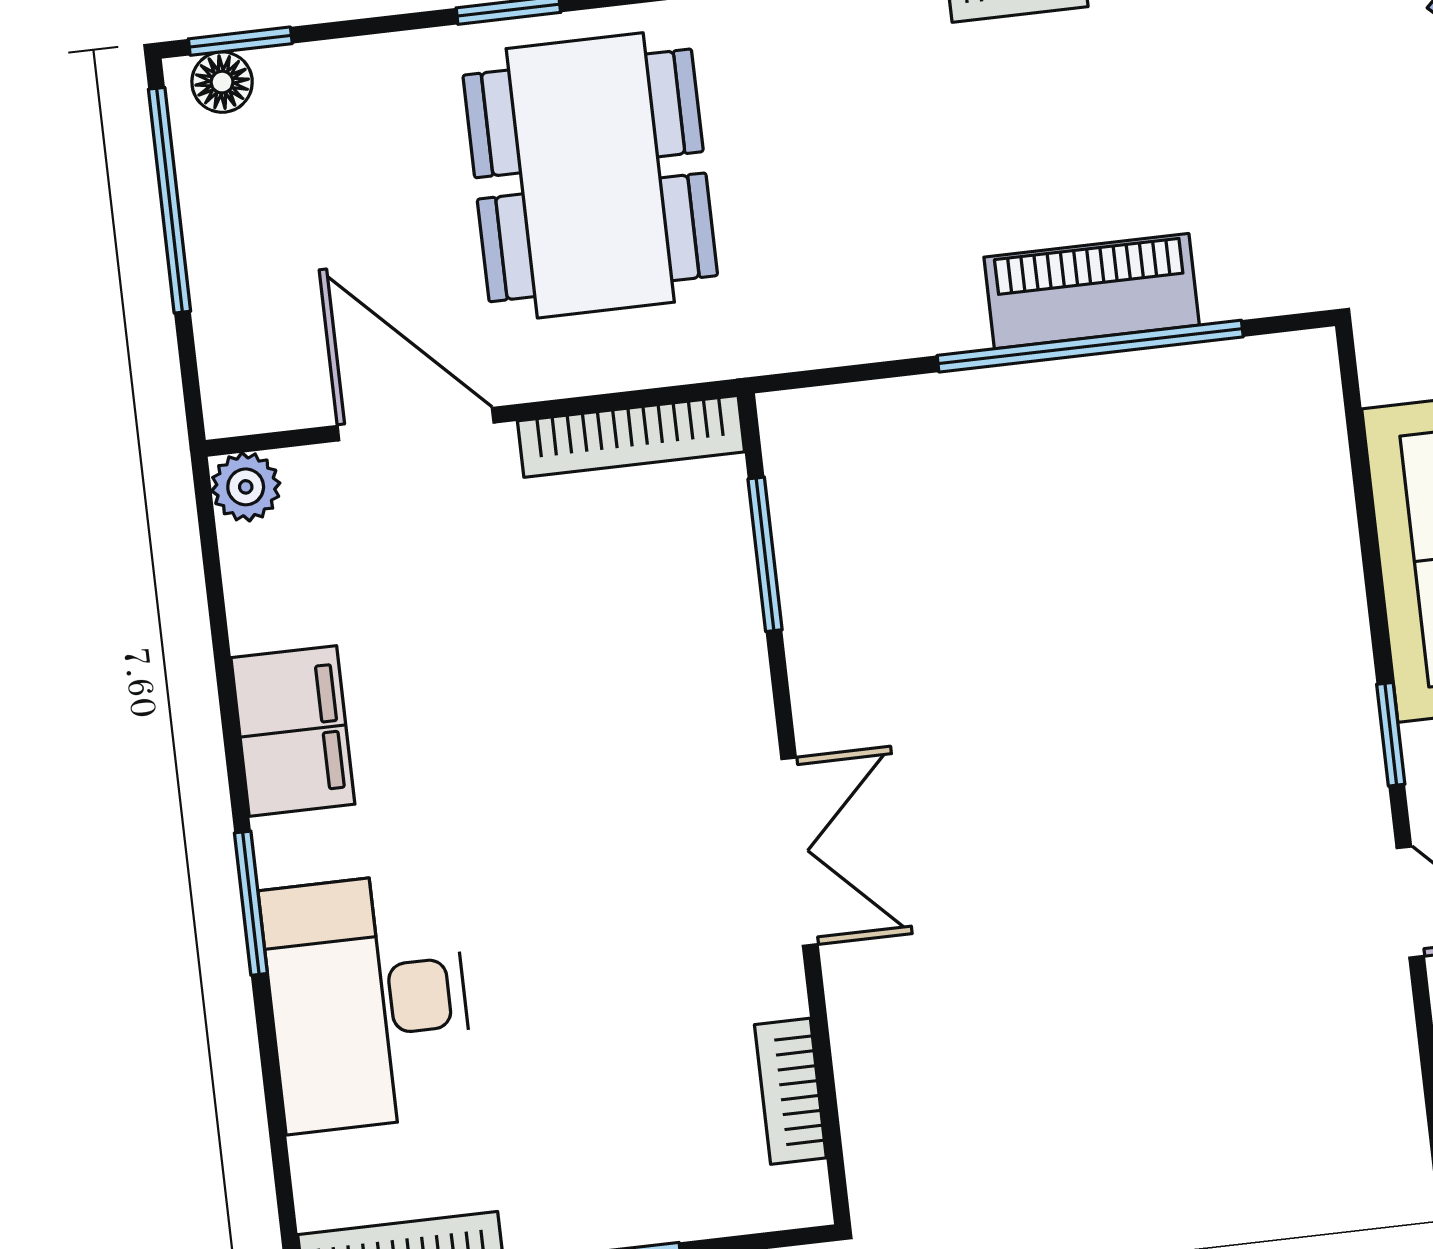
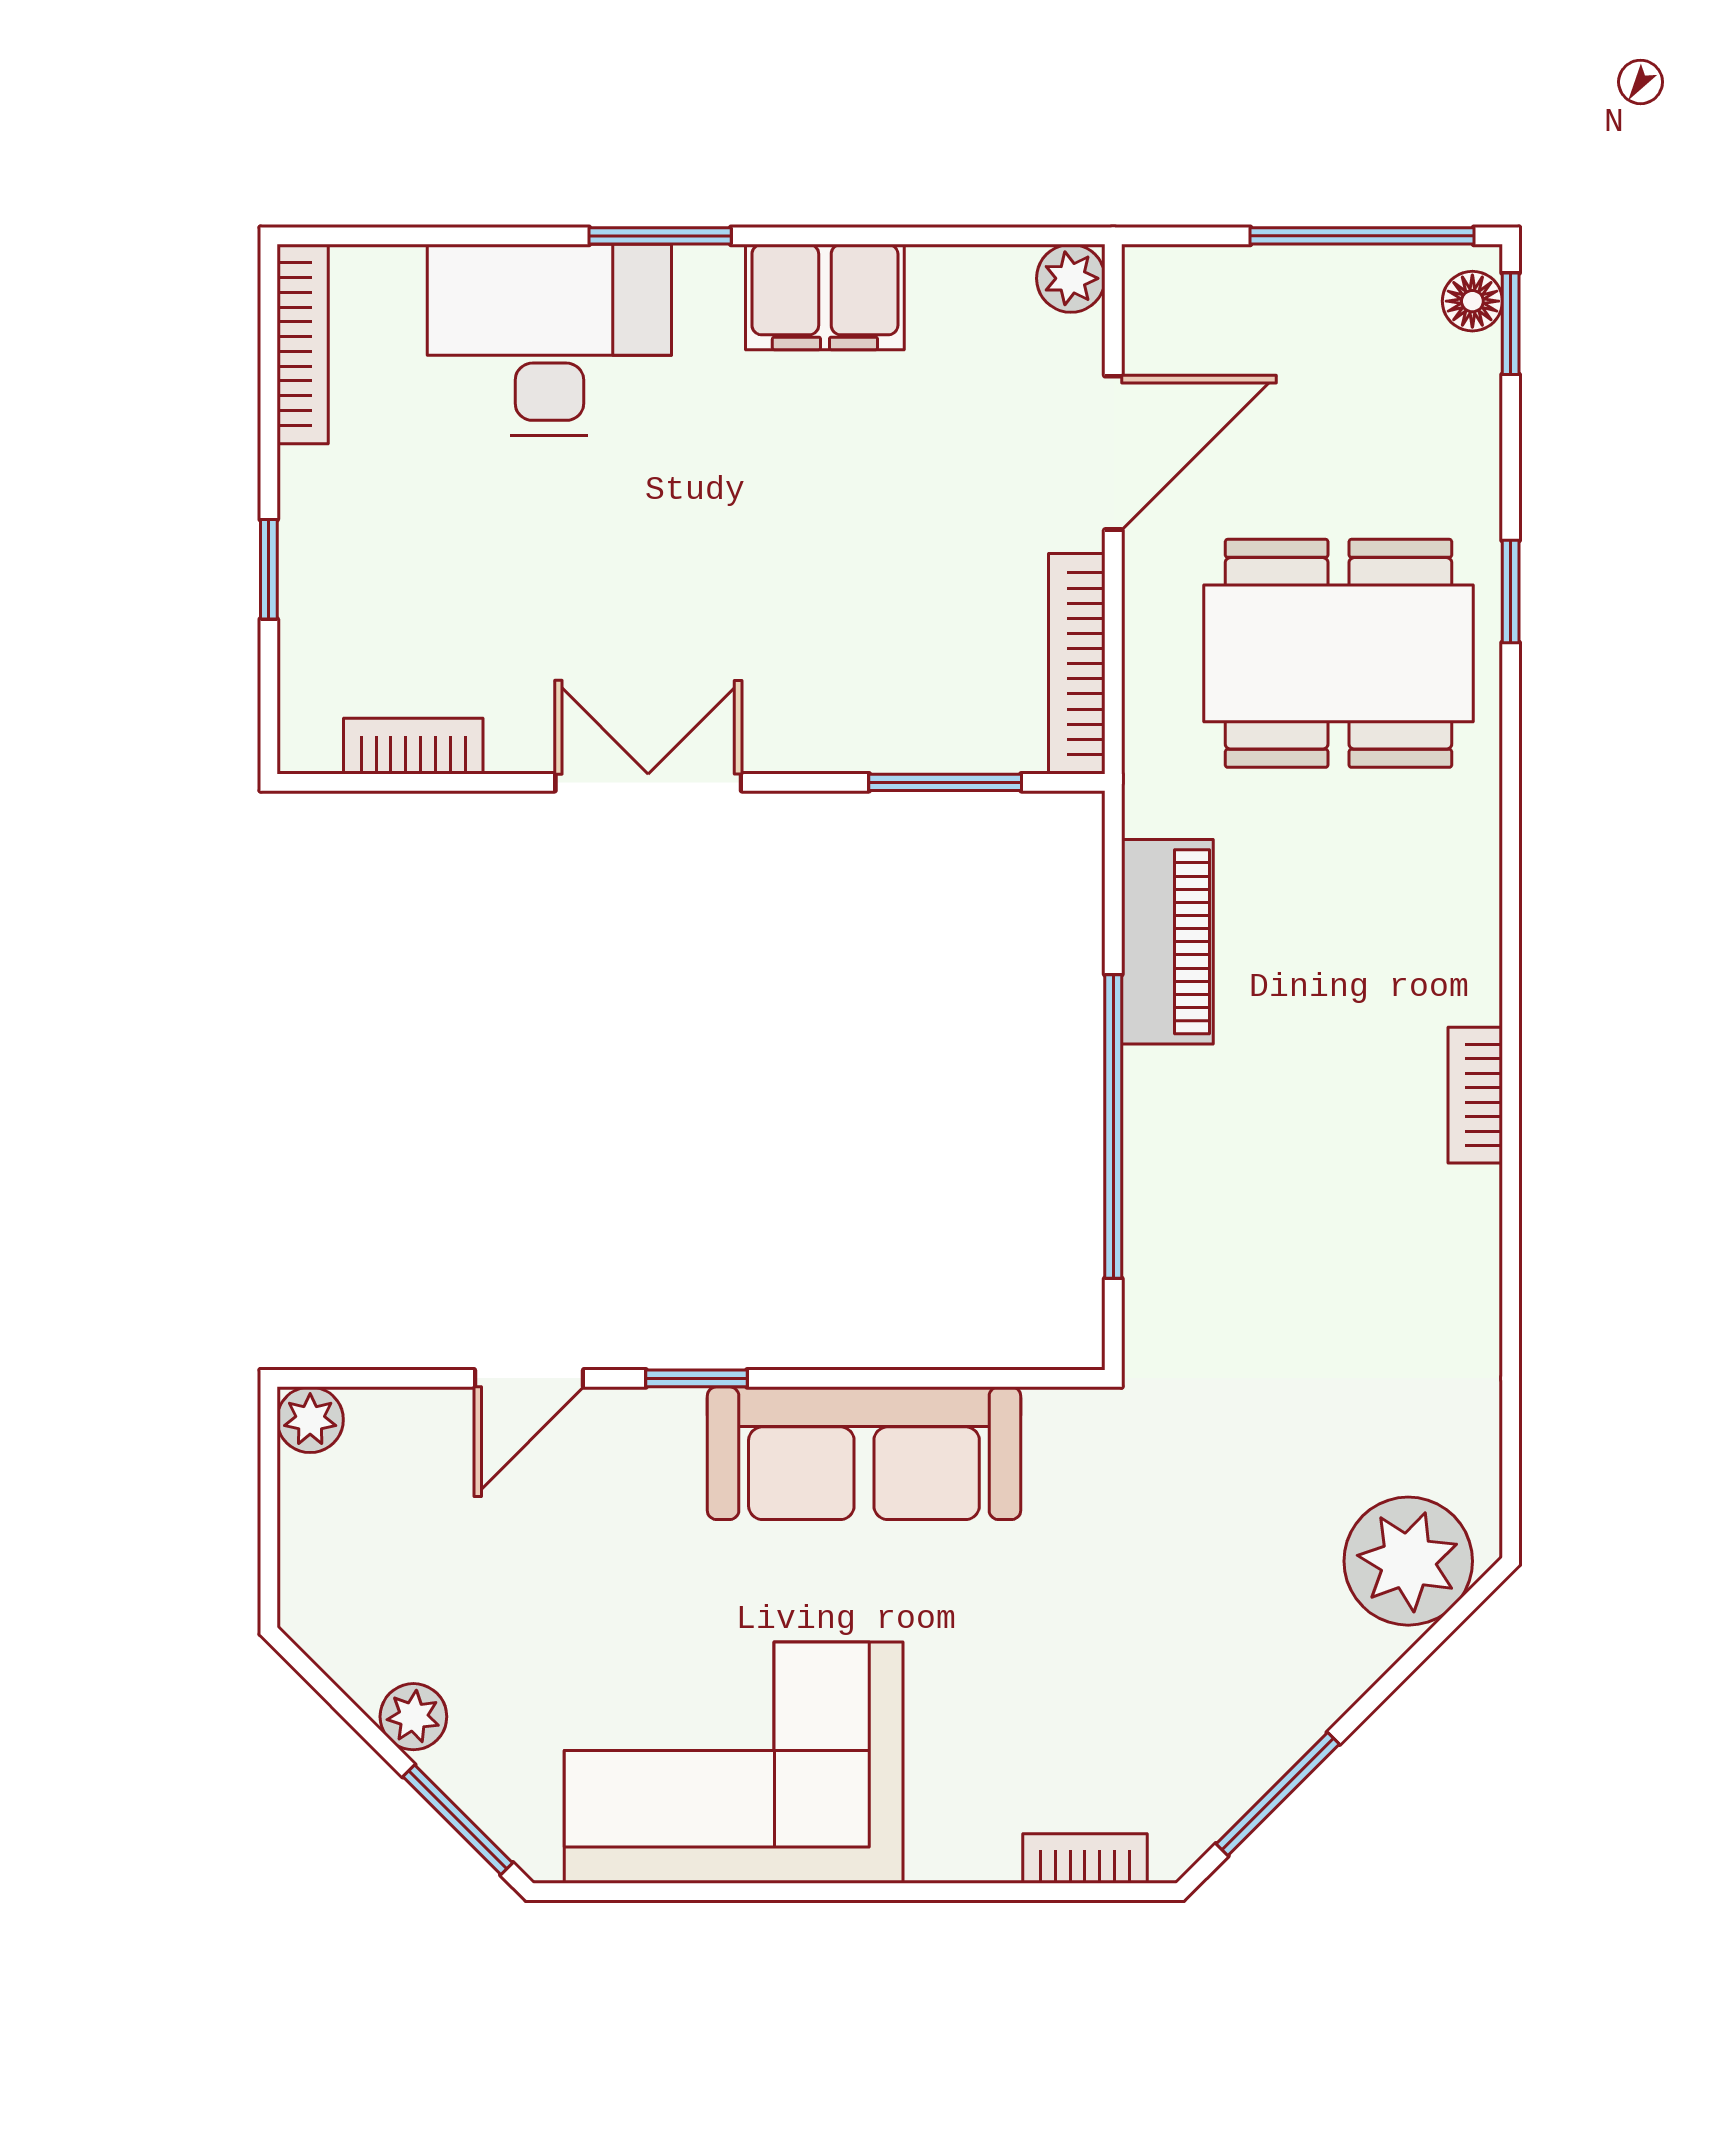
piano: (1092, 291) -> (1167, 942), moved
double door: (799, 852) -> (648, 782), swing flipped

